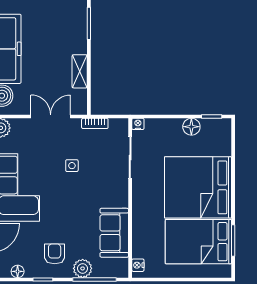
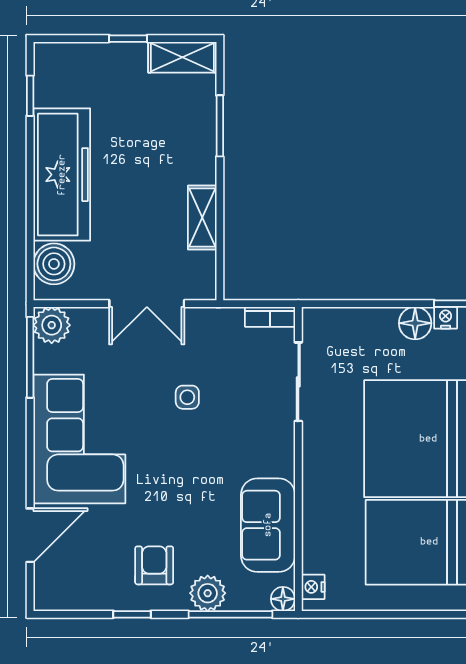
double door: (51, 116) -> (147, 304), swing flipped
bookcase: (95, 123) -> (270, 317), moved
nightstand: (138, 124) -> (446, 318), moved
floor lamp: (18, 271) -> (283, 599), moved

